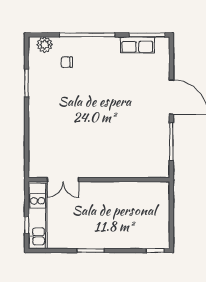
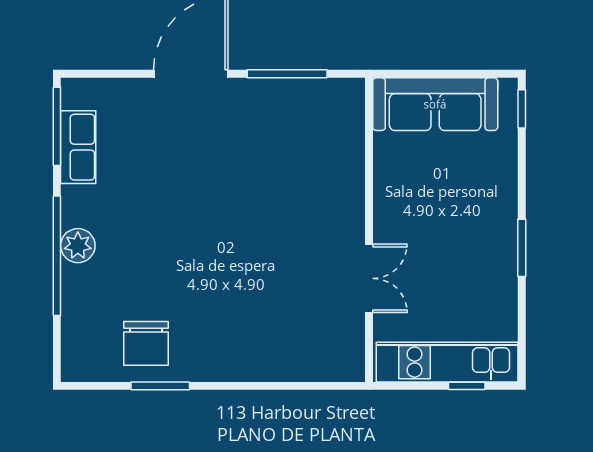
plant: (45, 45) -> (78, 246), moved
chair: (67, 62) -> (146, 343), moved, width x1.87, depth x1.87
double door: (63, 180) -> (369, 278), moved
sofa: (157, 210) -> (435, 104), added

